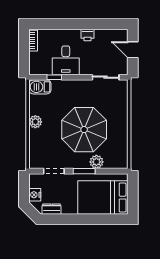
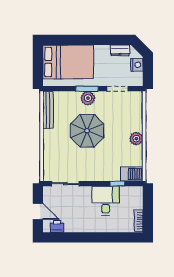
printer: (87, 35) -> (57, 226), moved
parasol: (84, 130) -> (87, 131), width x0.73, depth x0.73
bench: (123, 150) -> (48, 110), added
plant: (96, 162) -> (88, 98), moved

